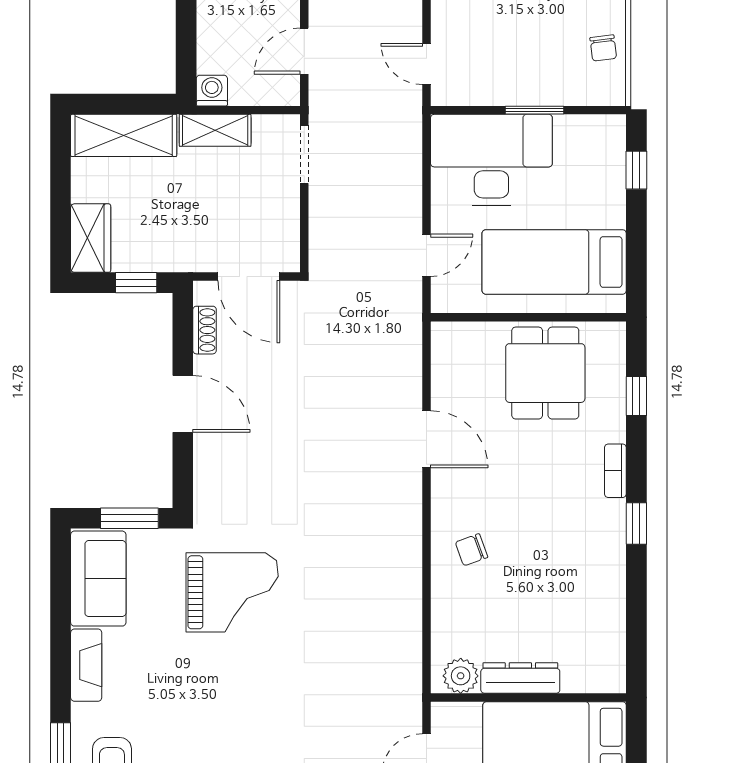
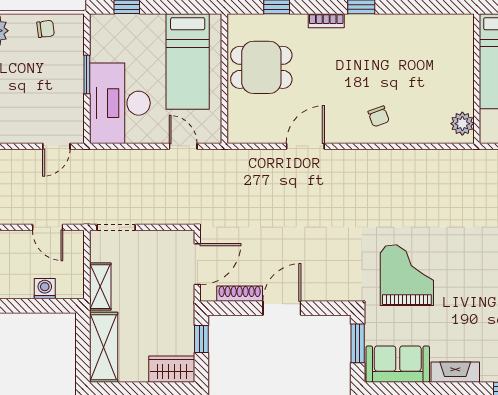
washing machine: (212, 91) -> (45, 289), moved, turned 90
shoe rack: (205, 330) -> (240, 294), width x1.43
dresser: (520, 678) -> (464, 84), removed

